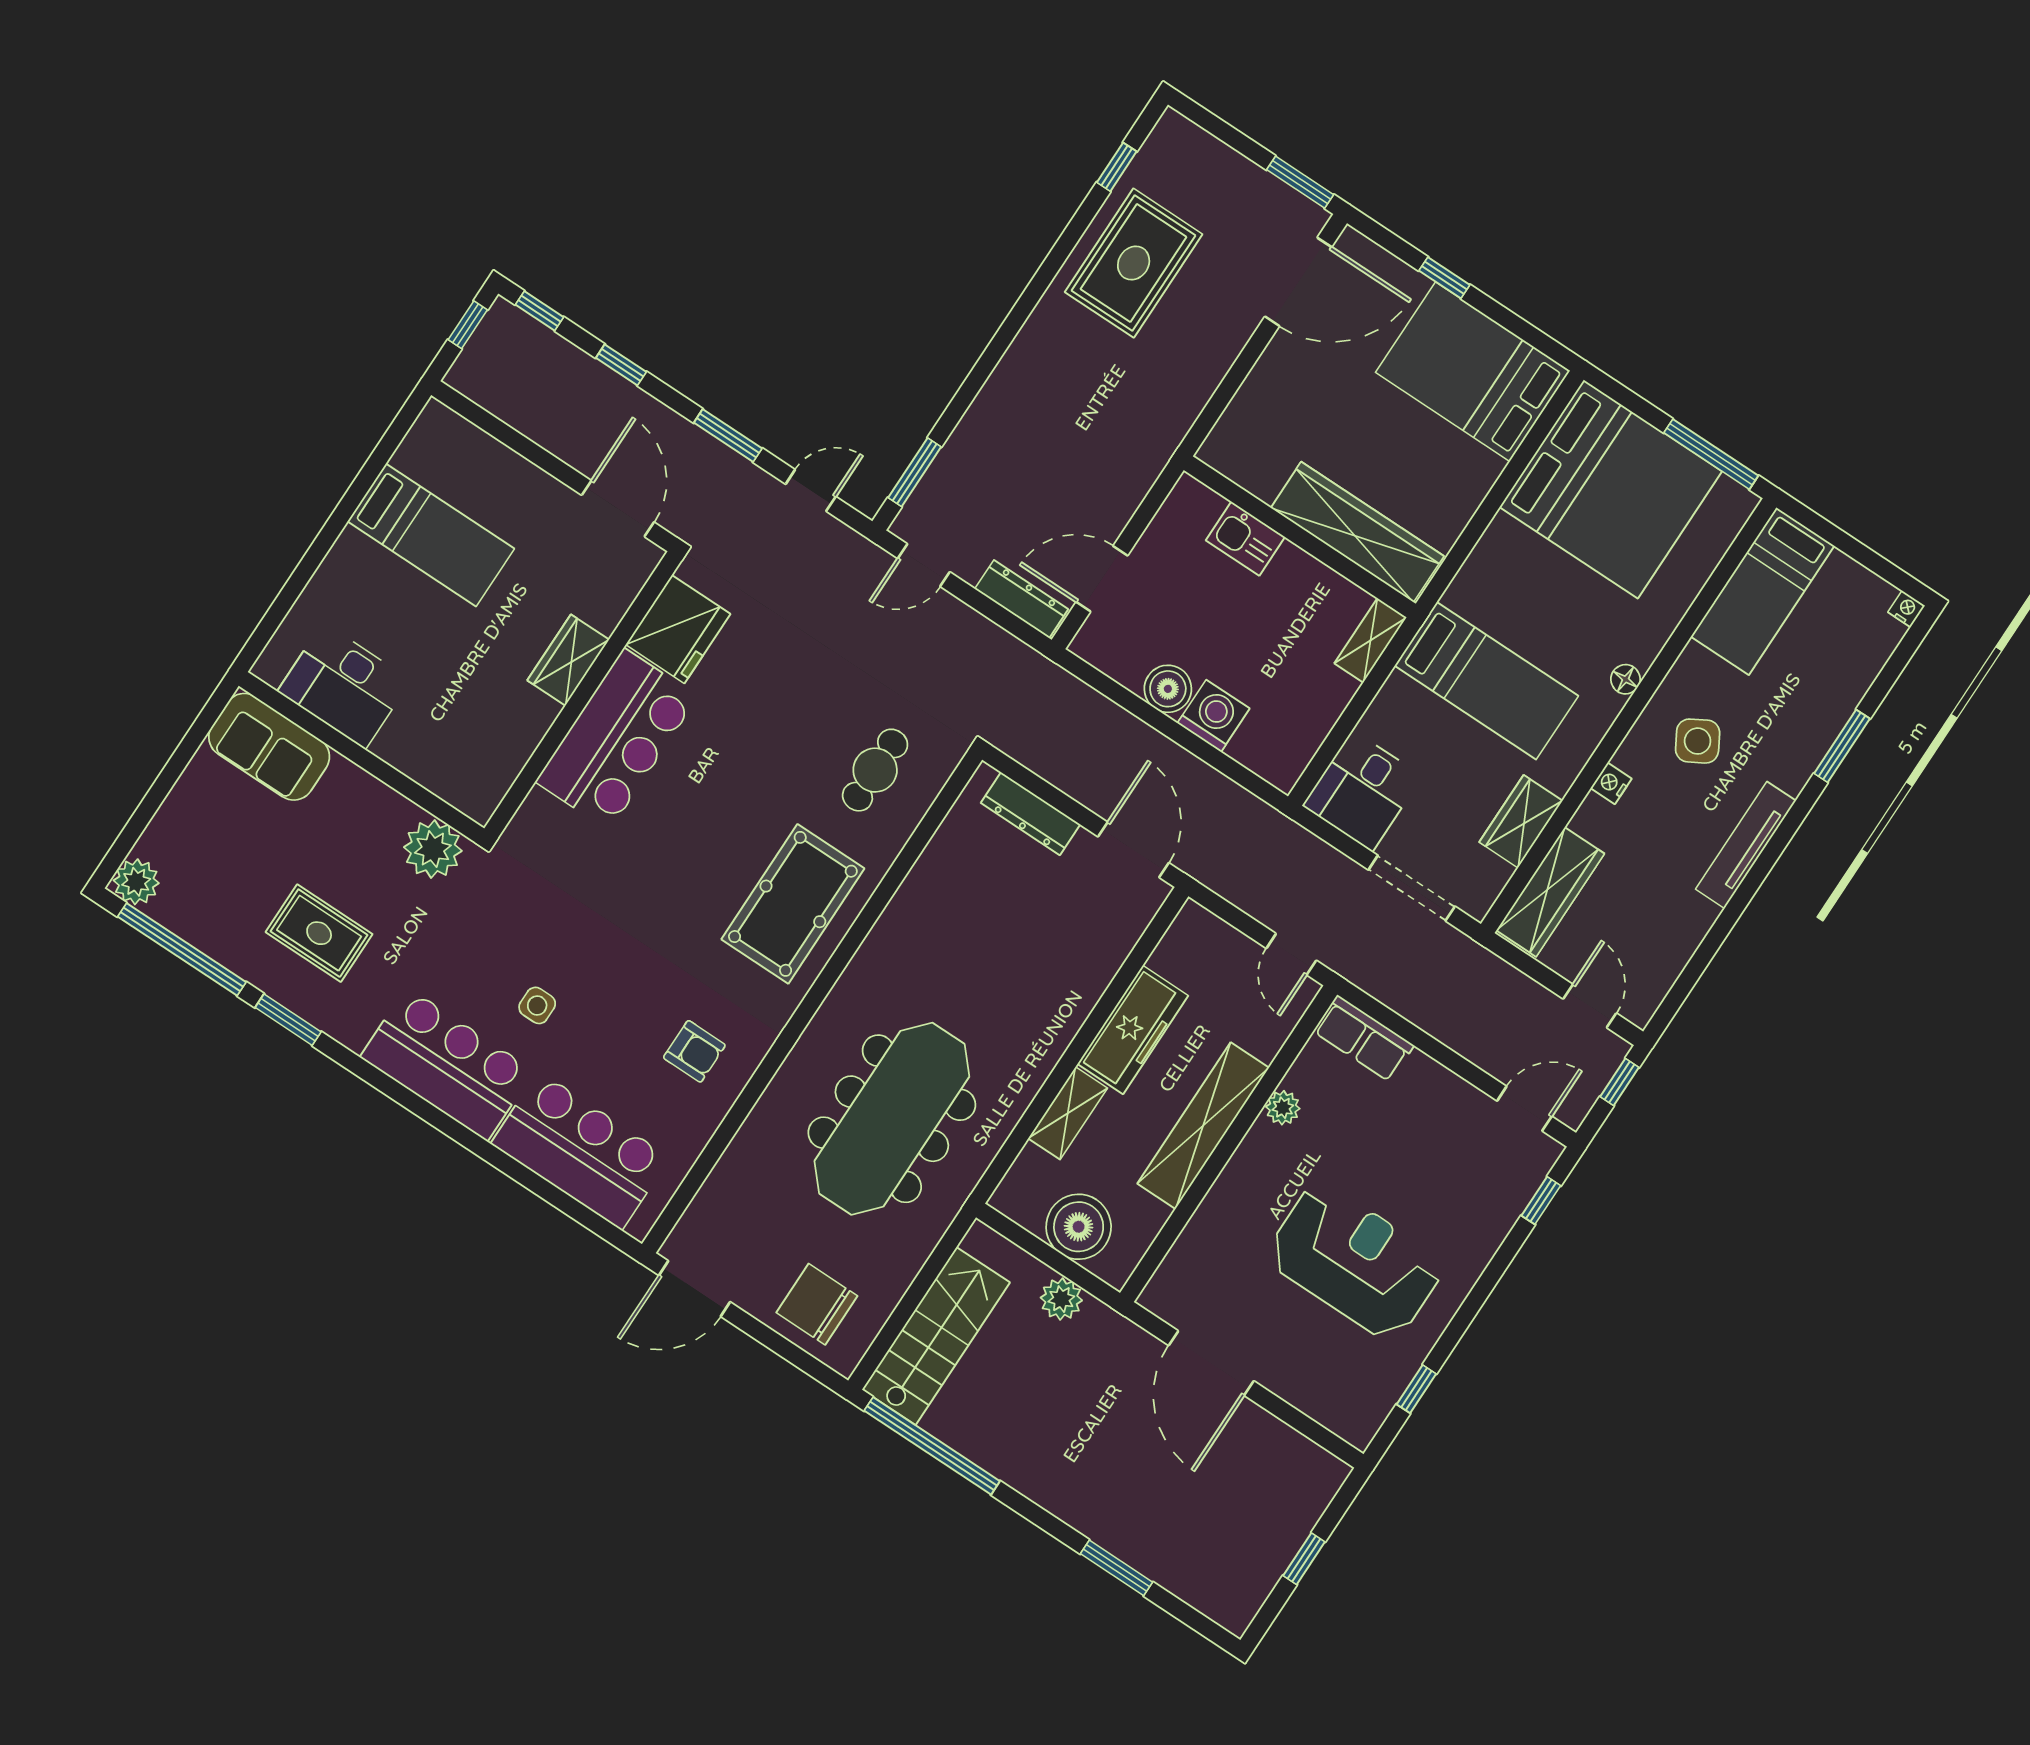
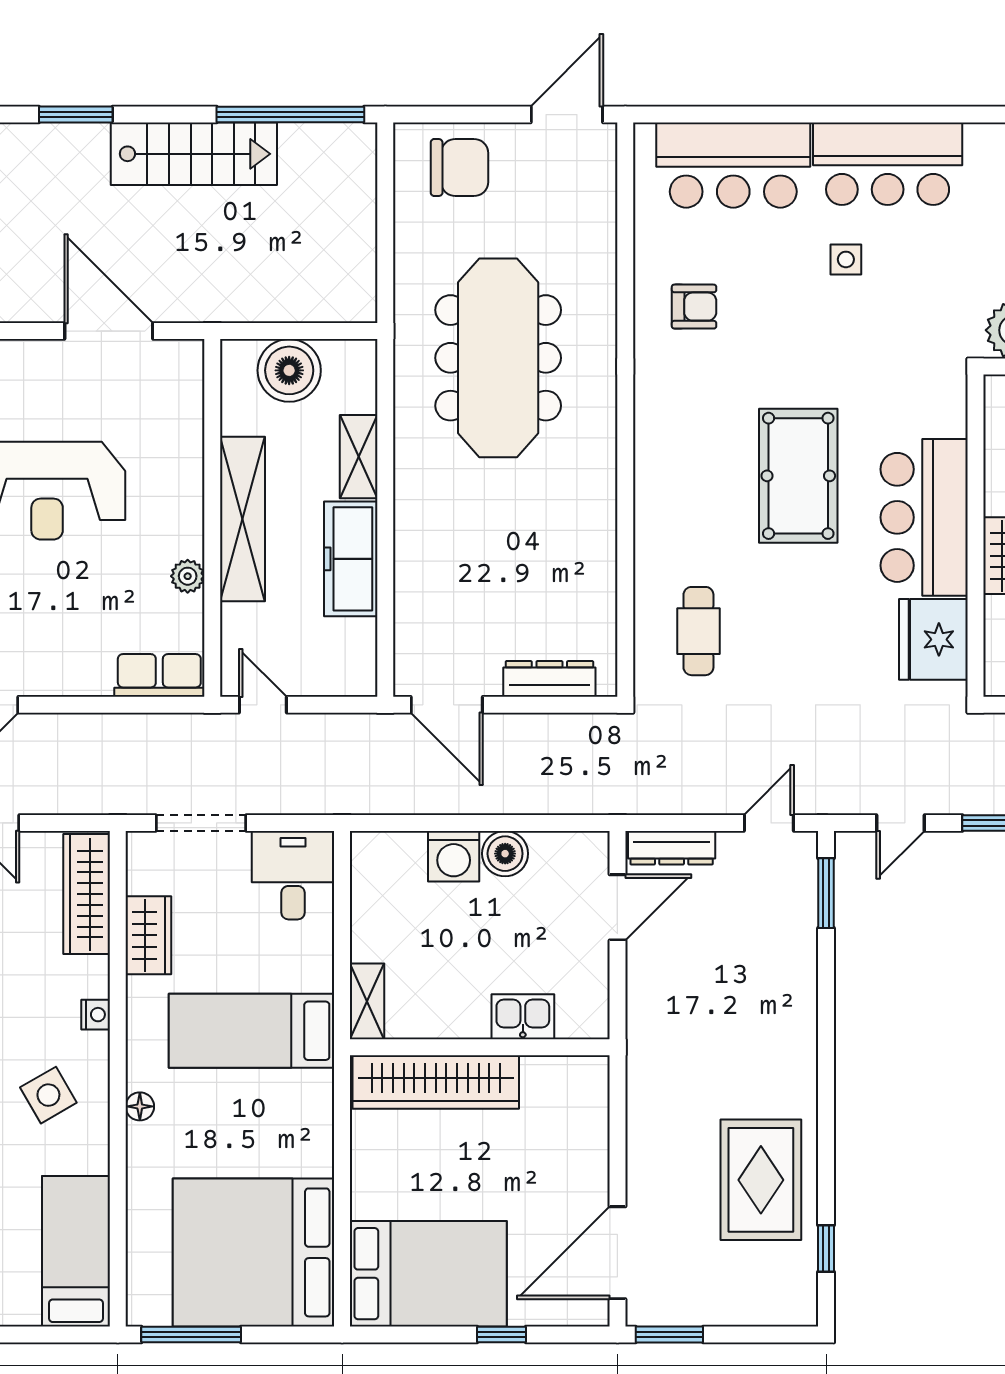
pool table: (793, 904) -> (798, 476), moved
armchair: (694, 1051) -> (694, 307), turned 180
plant: (1061, 1299) -> (264, 303), removed
stairs: (936, 1336) -> (194, 154), moved, turned -90

